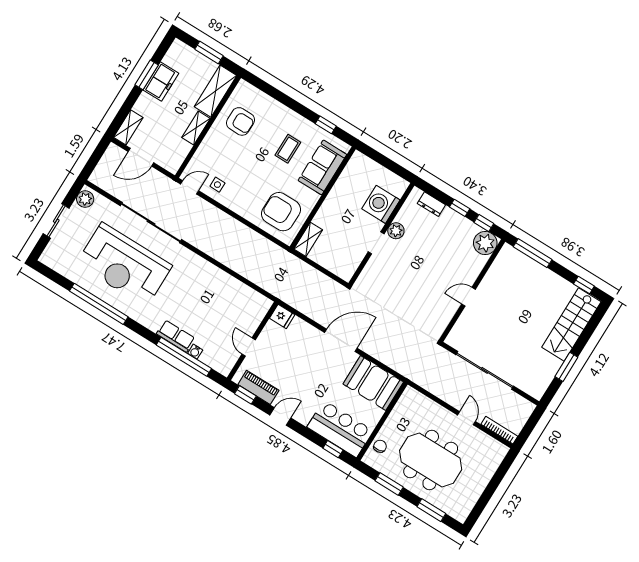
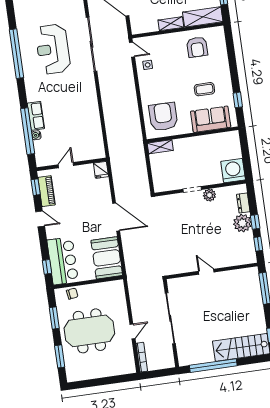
washing machine: (381, 204) -> (233, 171), moved
plant: (485, 243) -> (242, 223), moved
reception desk: (124, 265) -> (53, 49), width x0.74, depth x0.77
window: (566, 367) -> (213, 366), width x2.11
meeting table: (431, 460) -> (89, 331), turned 90

